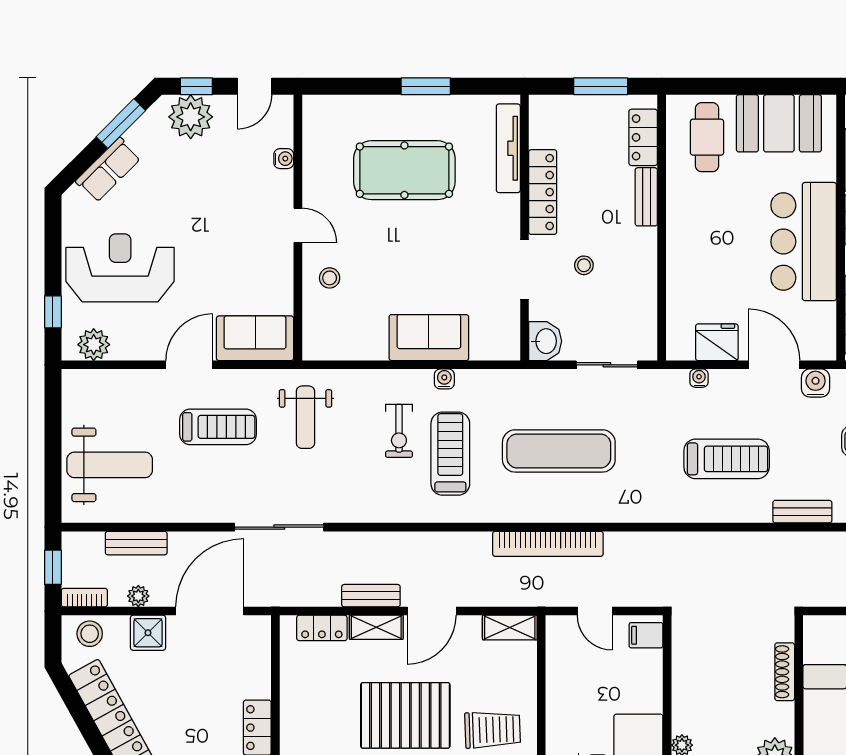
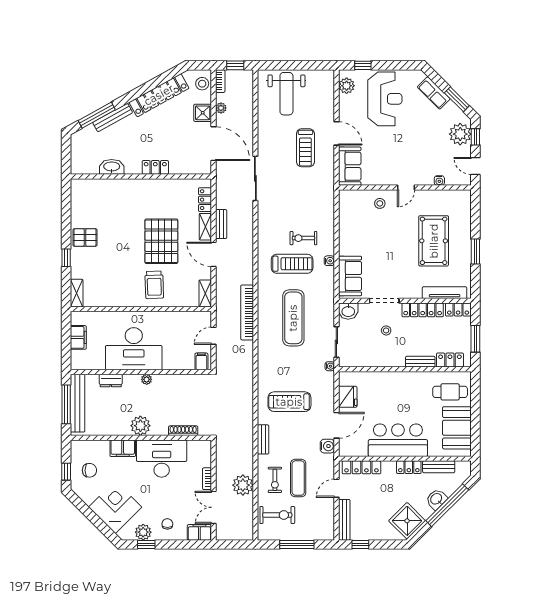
locker: (542, 121) -> (458, 309), added
sofa: (429, 338) -> (350, 276), moved
water cooler: (699, 378) -> (330, 366), moved
weight bench: (305, 417) -> (310, 191), removed
treadmill: (727, 459) -> (289, 402), turned 90
bench: (136, 543) -> (247, 107), removed

